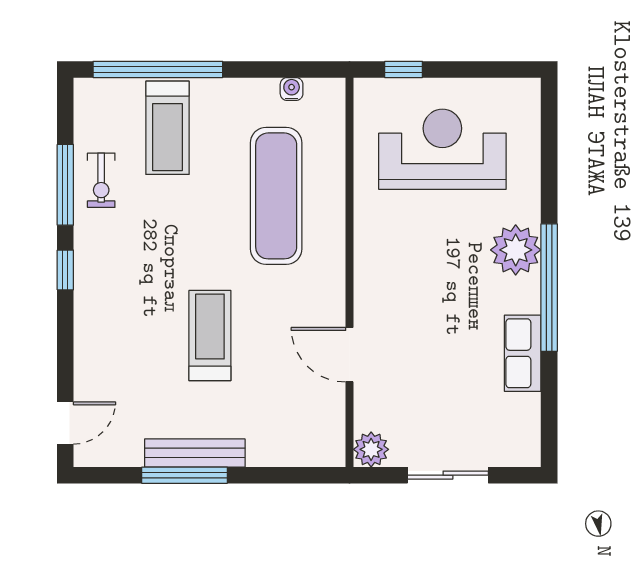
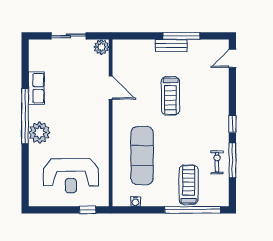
bench: (195, 453) -> (171, 45), width x0.73

